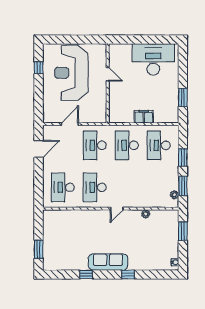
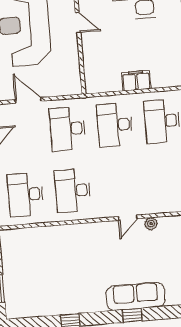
door: (70, 124) -> (28, 100), hinge flipped
door: (117, 209) -> (128, 218), moved
sofa: (108, 262) -> (136, 296), moved

